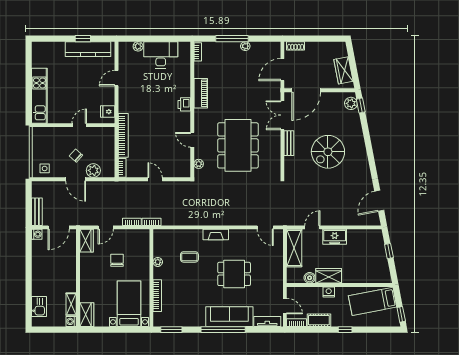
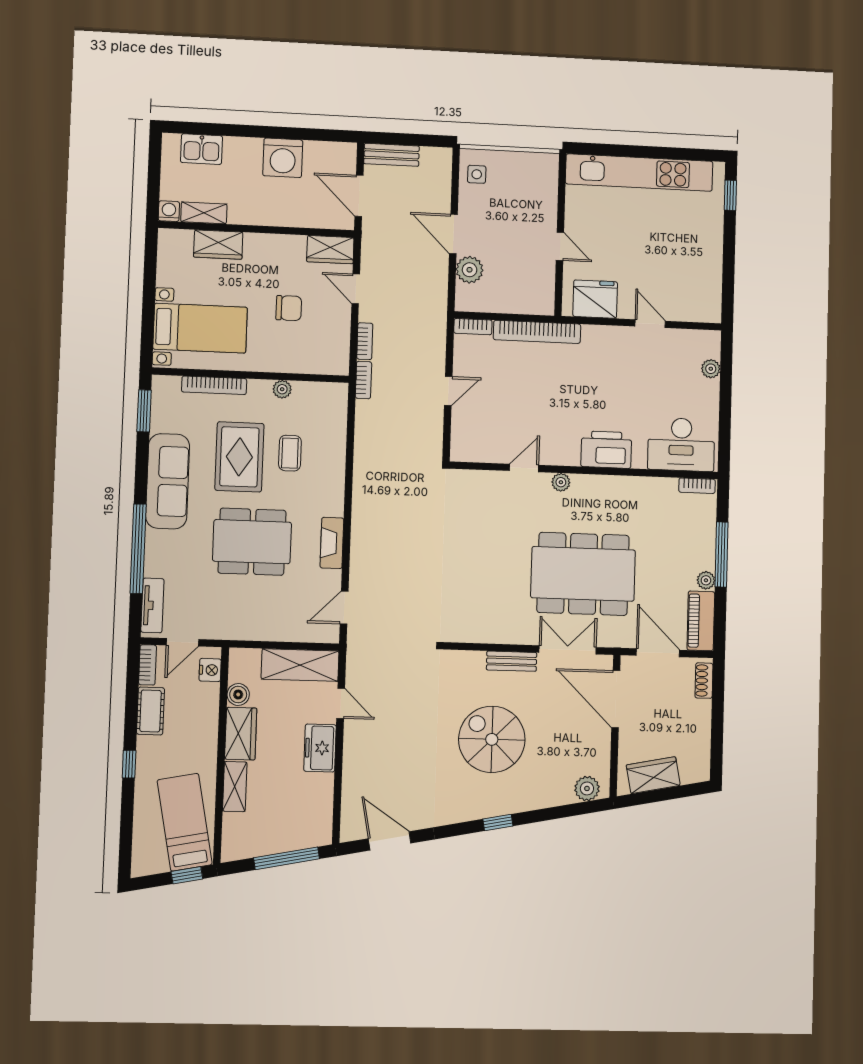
window: (83, 39) -> (730, 195), moved
kitchen counter: (88, 49) -> (708, 271), removed
desk: (161, 55) -> (681, 444), moved, turned 90
piano: (201, 93) -> (701, 621), moved, turned 90
kitchen unit: (39, 96) -> (639, 173), width x1.36
printer: (184, 104) -> (606, 450), width x1.87, depth x1.48
window: (361, 105) -> (498, 823), moved
fridge: (108, 112) -> (595, 299), width x1.88, depth x1.34
dining table: (238, 145) -> (583, 574), moved
chair: (76, 156) -> (500, 237), removed
plant: (199, 164) -> (561, 482), moved
door: (76, 179) -> (453, 234), hinge flipped
washing machine: (37, 234) -> (283, 158), moved, width x1.89, depth x1.89
fireplace: (216, 235) -> (332, 543), moved
window: (389, 251) -> (287, 858), width x2.17
dining table: (234, 274) -> (252, 542), width x1.38
shelving: (355, 278) -> (235, 787), added
rug: (192, 282) -> (239, 457), added
nightstand: (329, 292) -> (210, 670), moved
window: (401, 314) -> (187, 875), moved
wardrobe: (87, 315) -> (218, 245), moved
sofa: (229, 317) -> (168, 481), moved
window: (223, 330) -> (138, 549), moved

